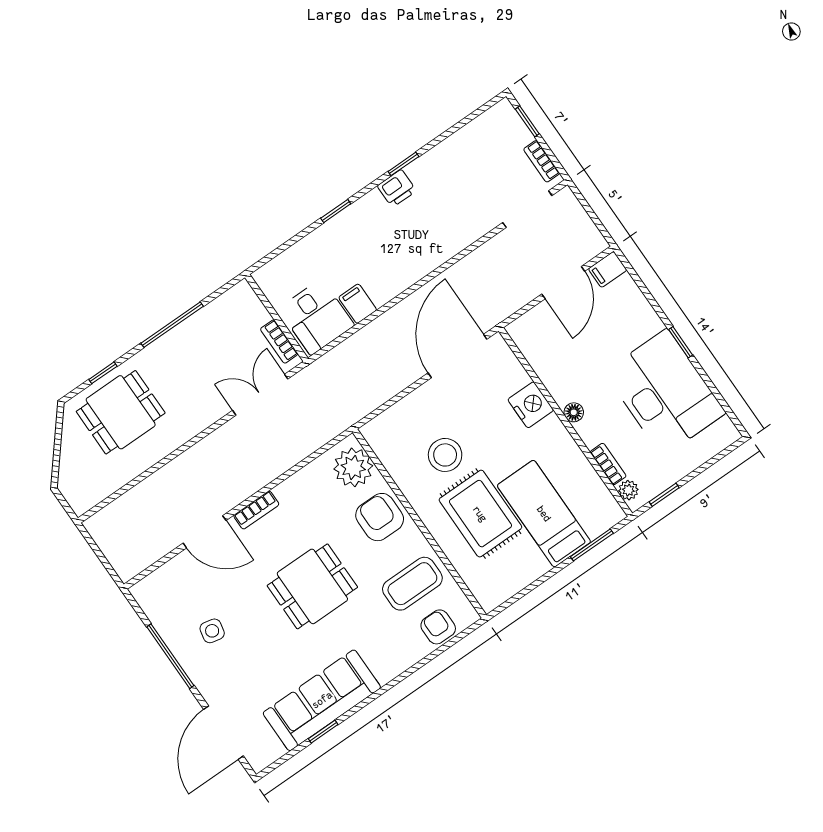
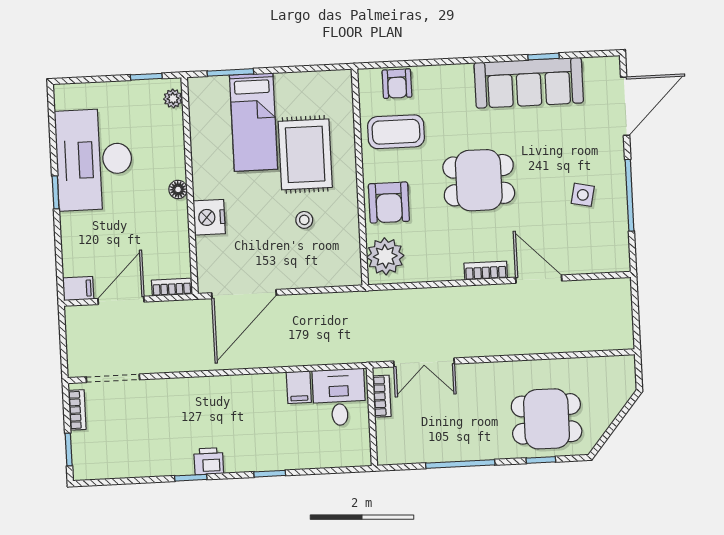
stool: (445, 455) -> (304, 220), width x0.53, depth x0.53
bookcase: (608, 464) -> (172, 287), moved, turned 90

